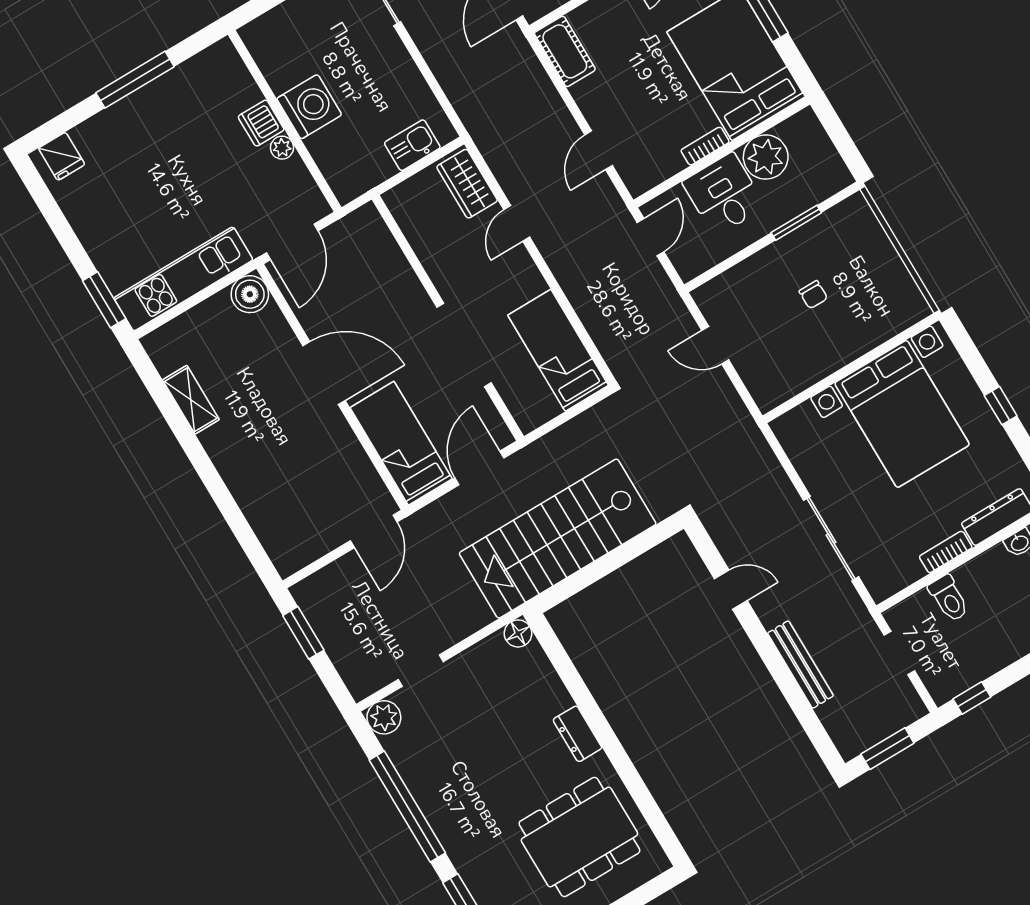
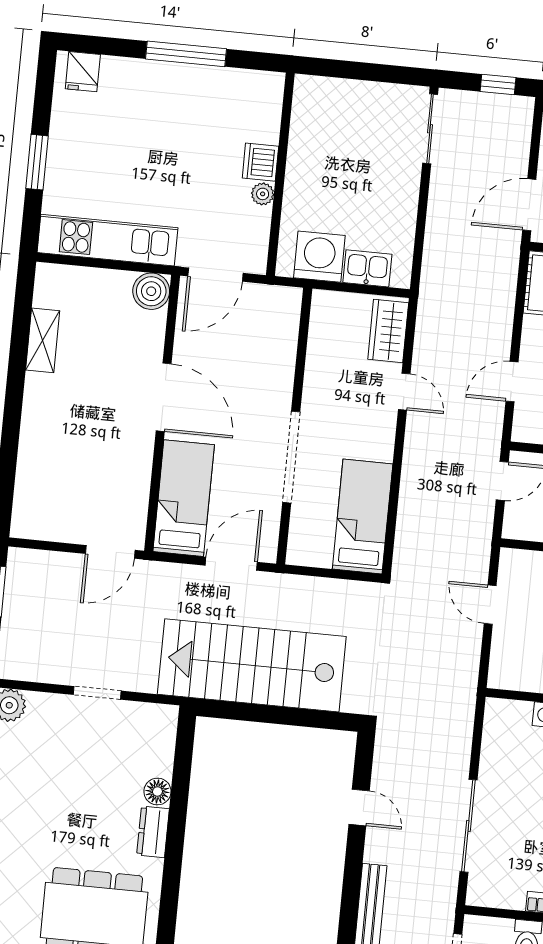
washing machine: (309, 107) -> (319, 257), moved, turned -90
door: (517, 223) -> (404, 392), swing flipped
window: (104, 300) -> (37, 162), moved
floor lamp: (518, 633) -> (157, 791), moved
doorway: (421, 671) -> (97, 693), moved

